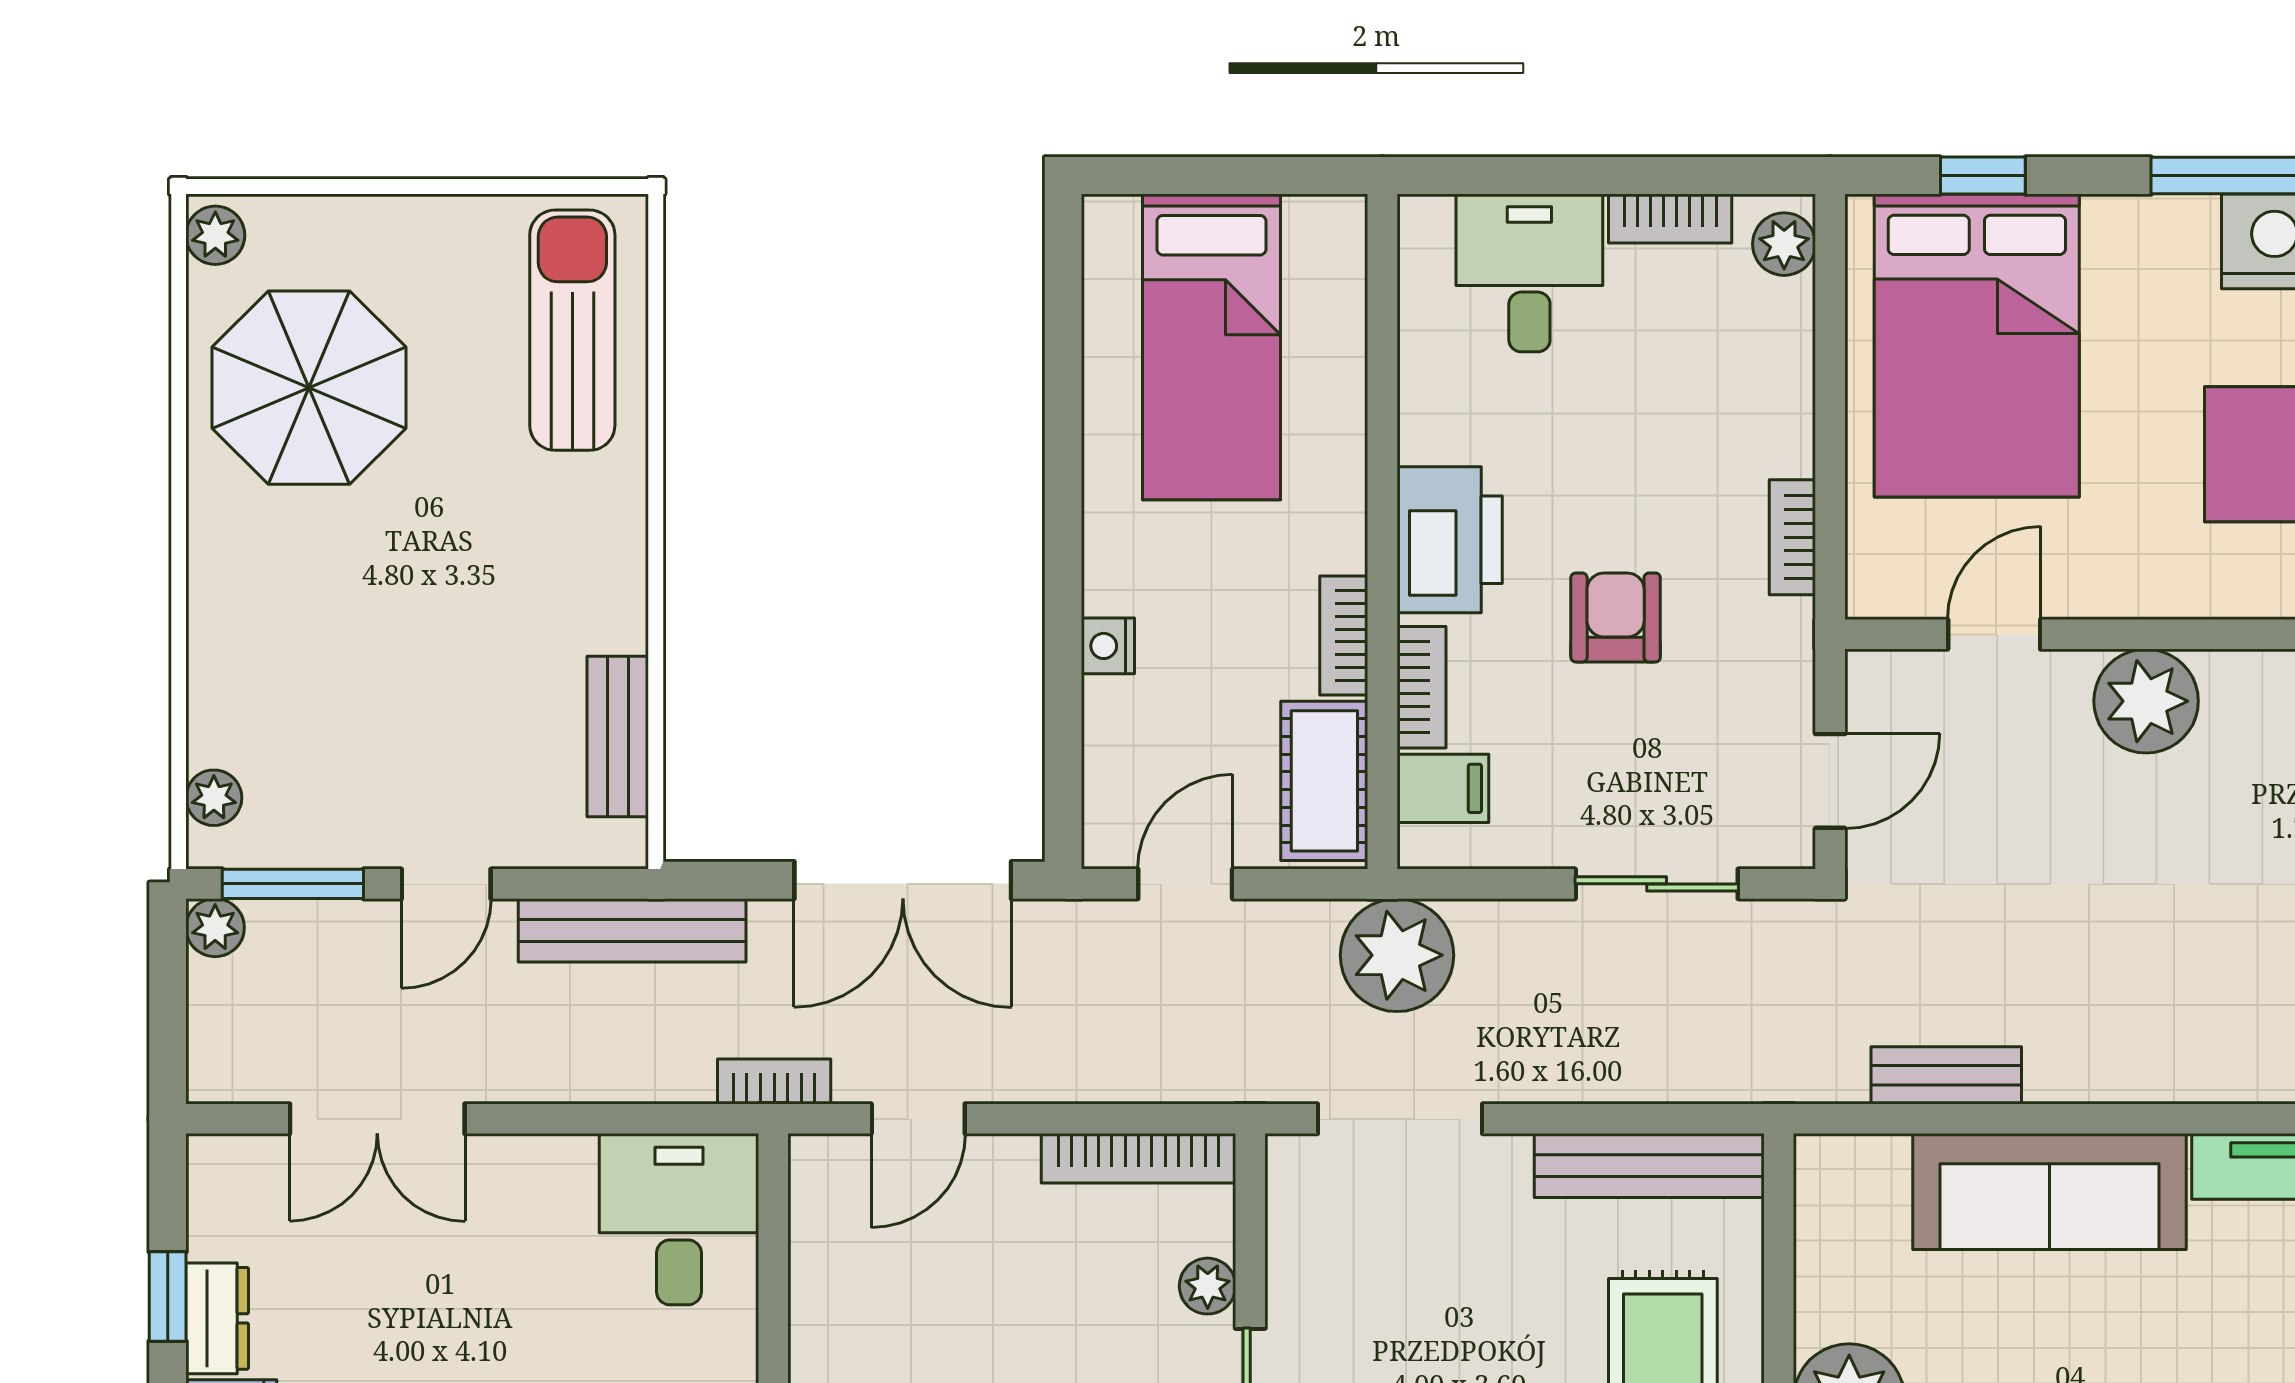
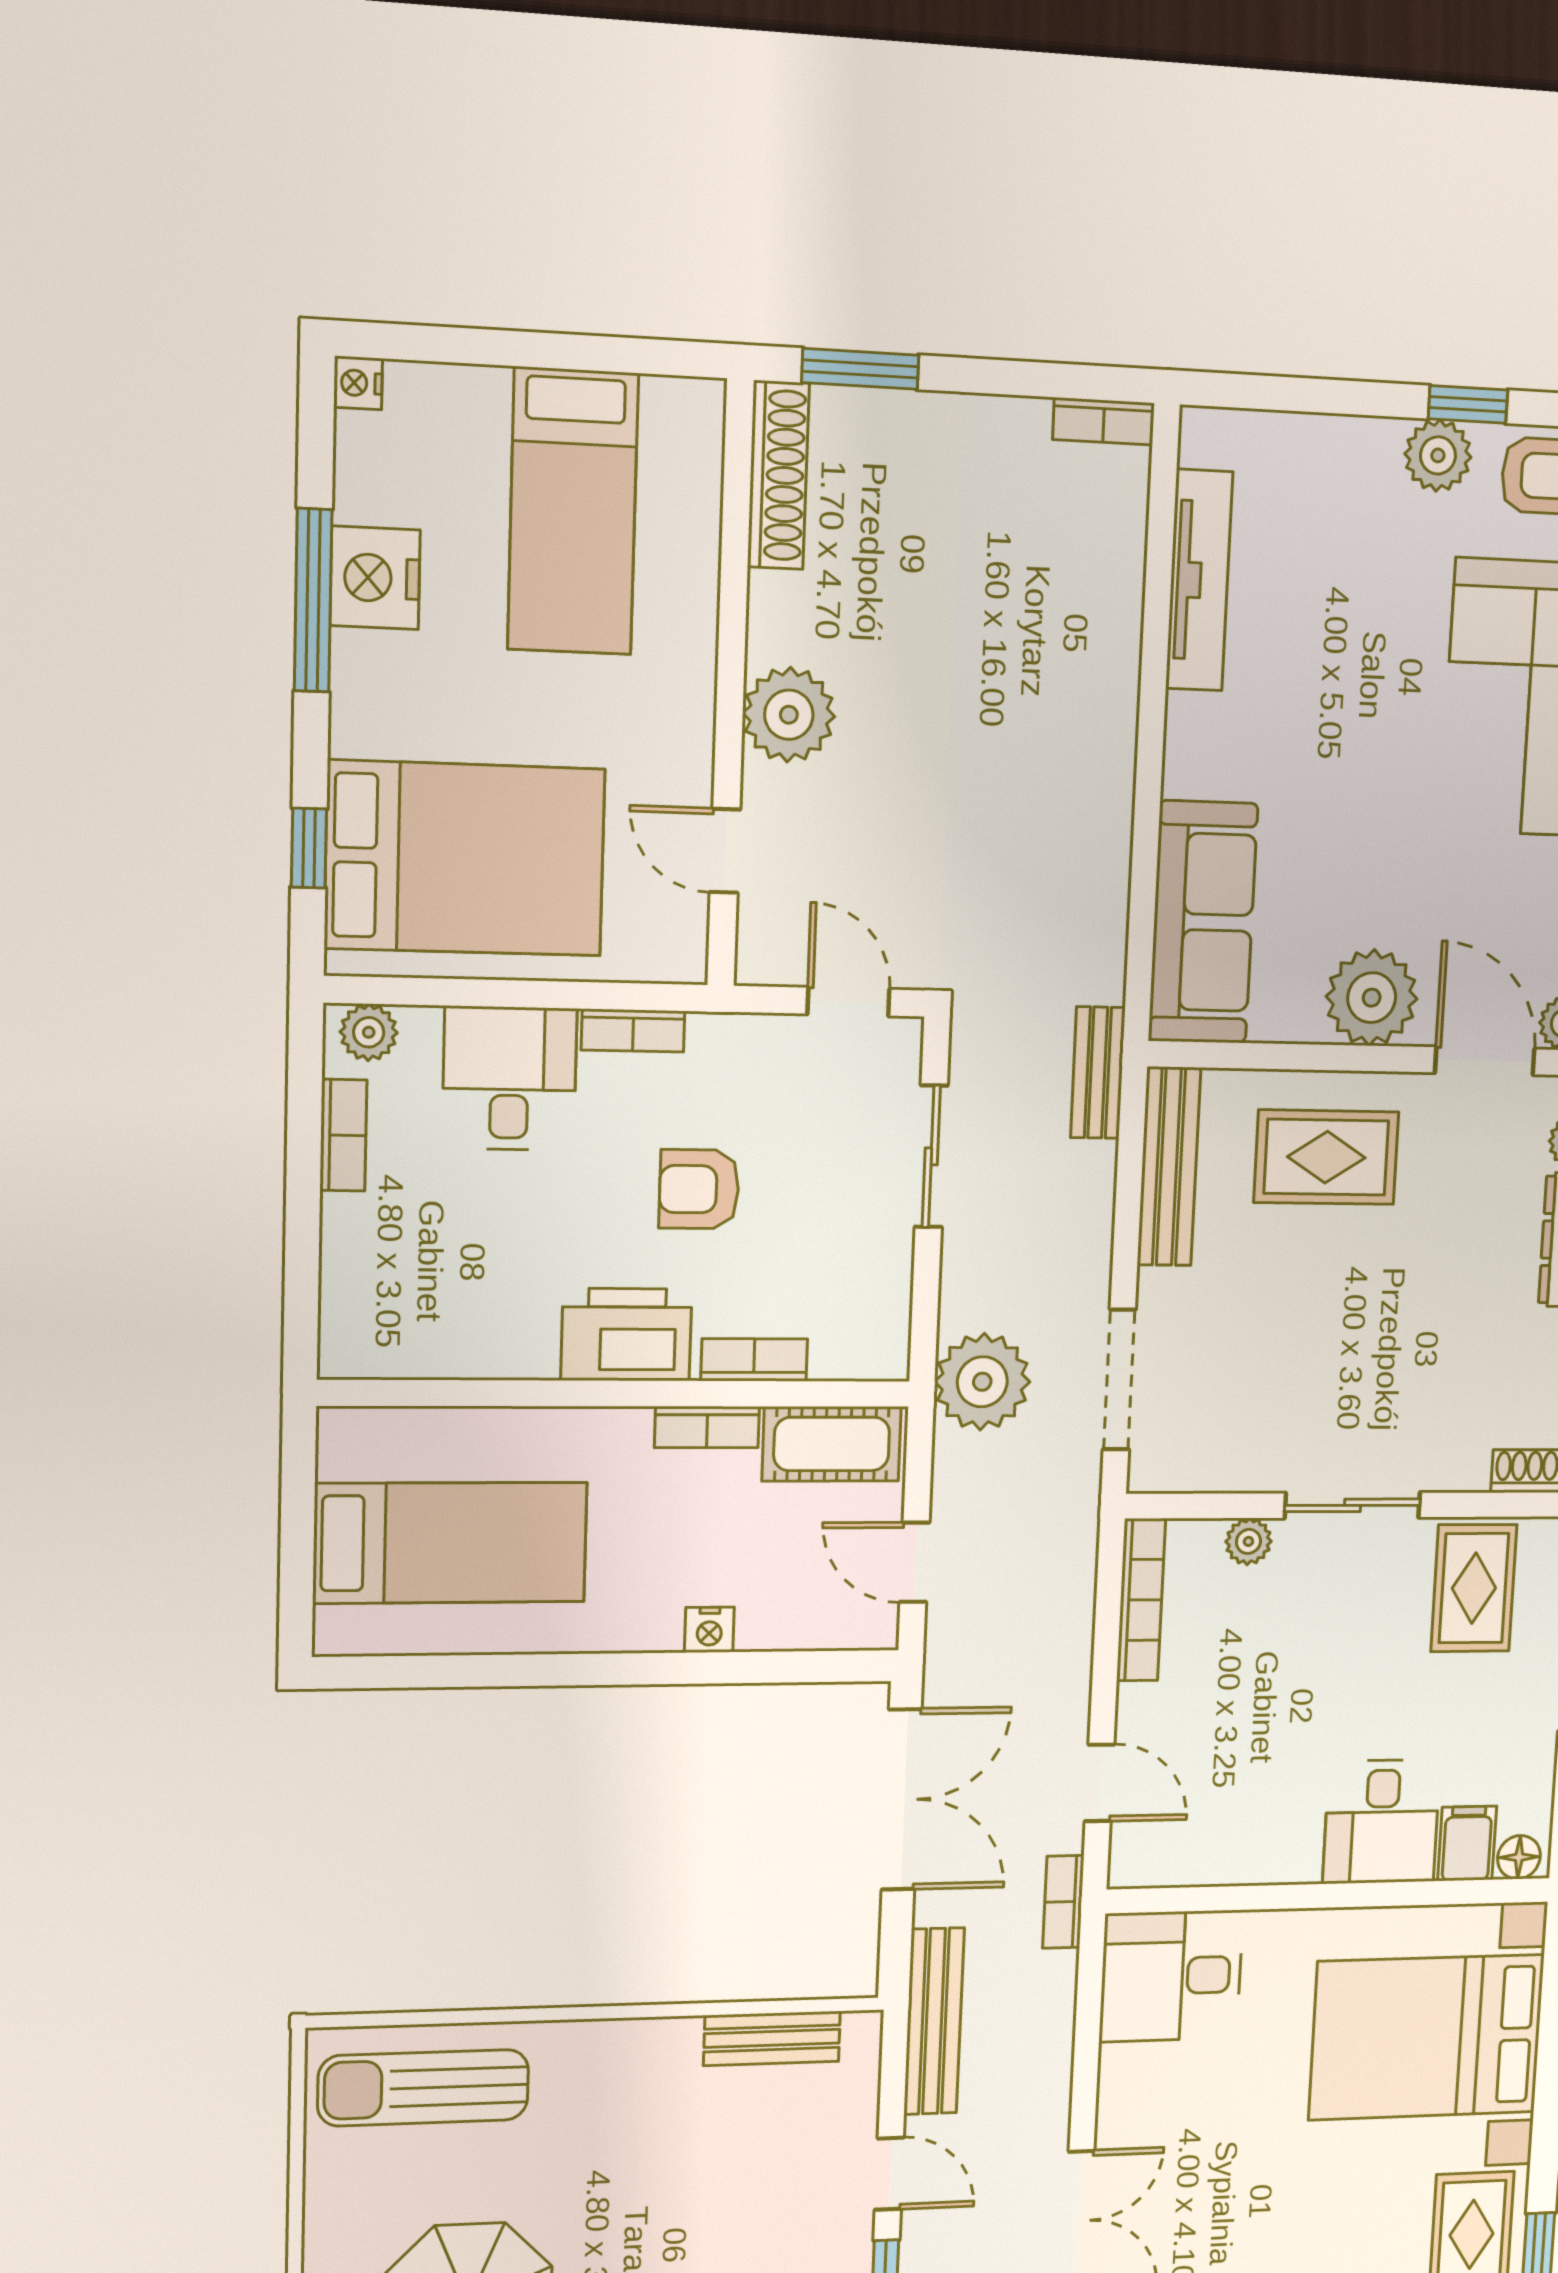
desk: (1529, 273) -> (509, 1078), moved, turned 90
filing cabinet: (1443, 788) -> (842, 1342), removed
bench: (1946, 1075) -> (1098, 1073), moved
sofa: (2050, 1191) -> (1203, 922), moved

